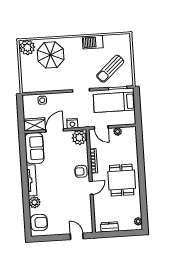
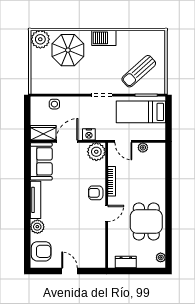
barbecue: (93, 42) -> (104, 38), moved
dining table: (122, 180) -> (146, 222), moved
door: (77, 236) -> (69, 271), moved

